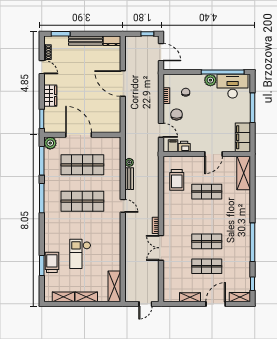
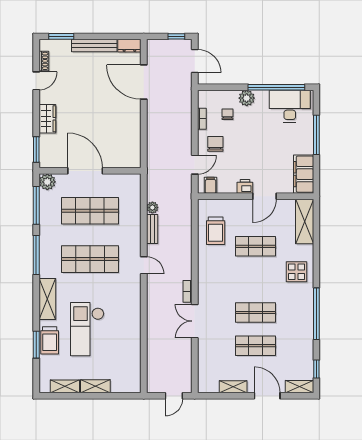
door: (42, 67) -> (36, 81), hinge flipped
plant: (210, 80) -> (247, 98), moved
door: (123, 83) -> (144, 82), moved
door: (161, 130) -> (195, 165), hinge flipped
printer: (184, 146) -> (245, 186), moved
display table: (238, 211) -> (296, 272), added
checkout: (80, 254) -> (87, 329), width x1.36, depth x1.21
trolley: (52, 262) -> (50, 340), turned 180
shelving: (114, 286) -> (47, 299), moved
door: (216, 304) -> (267, 396), hinge flipped

